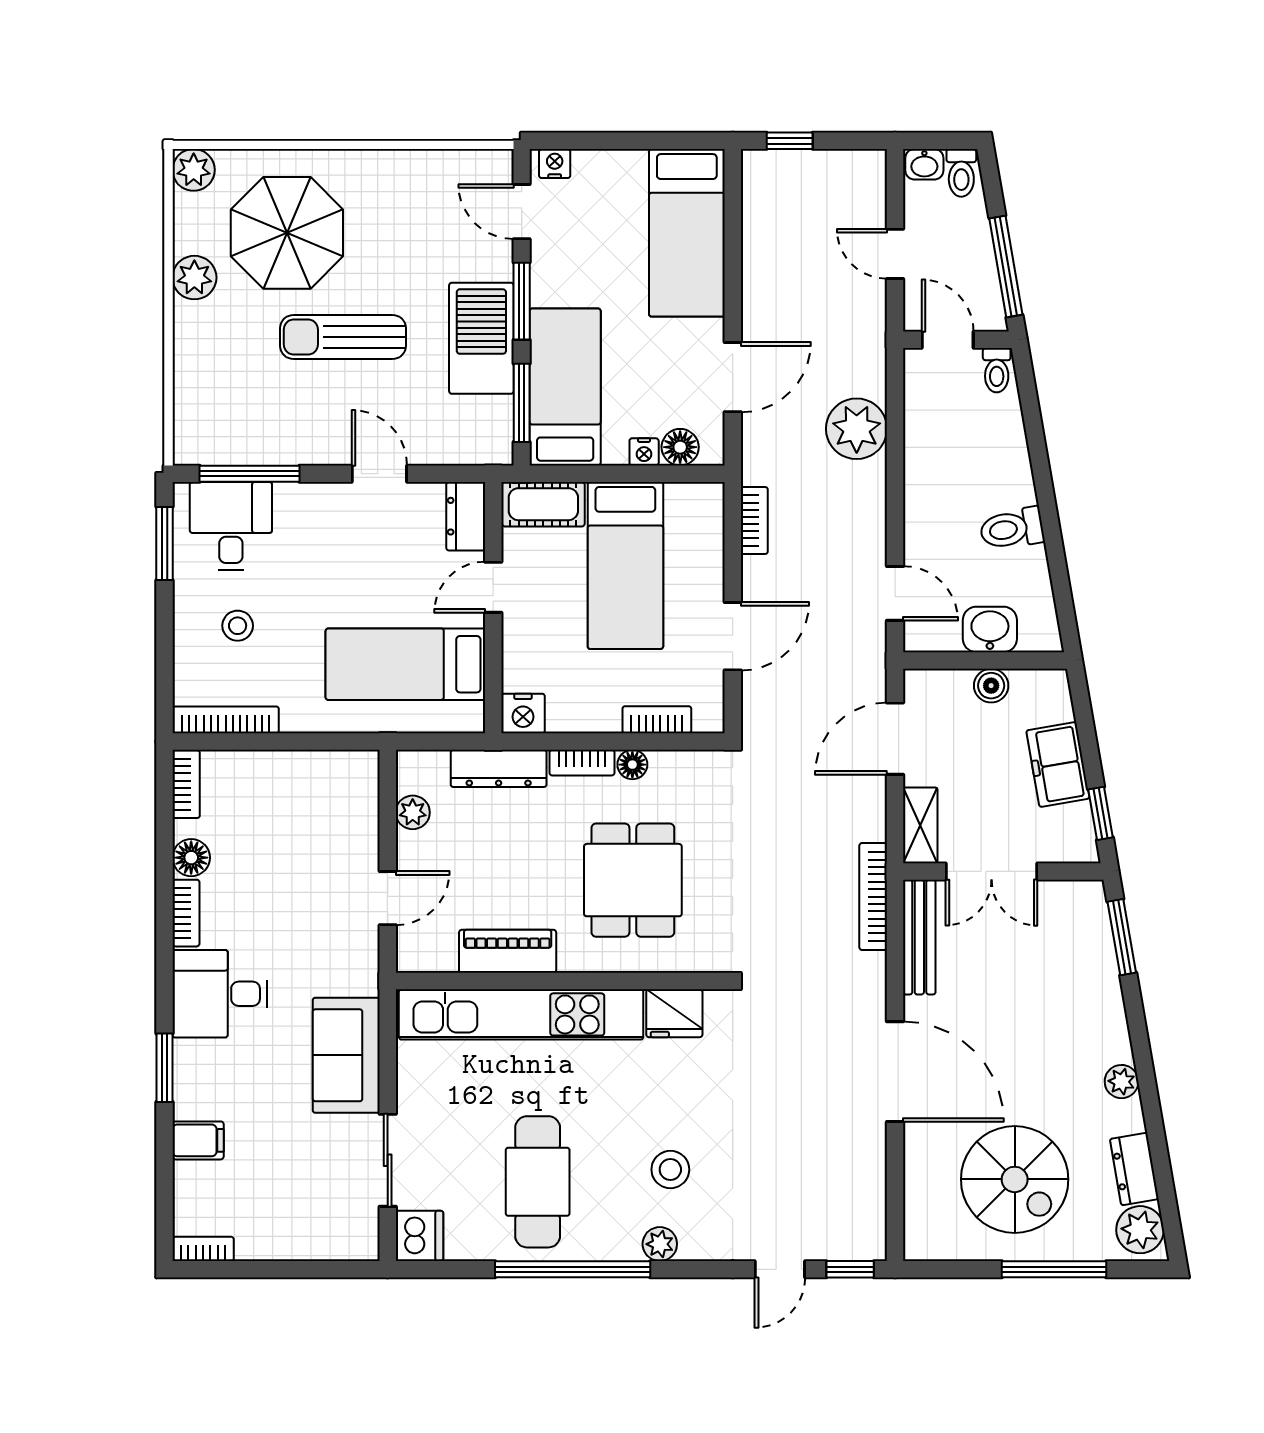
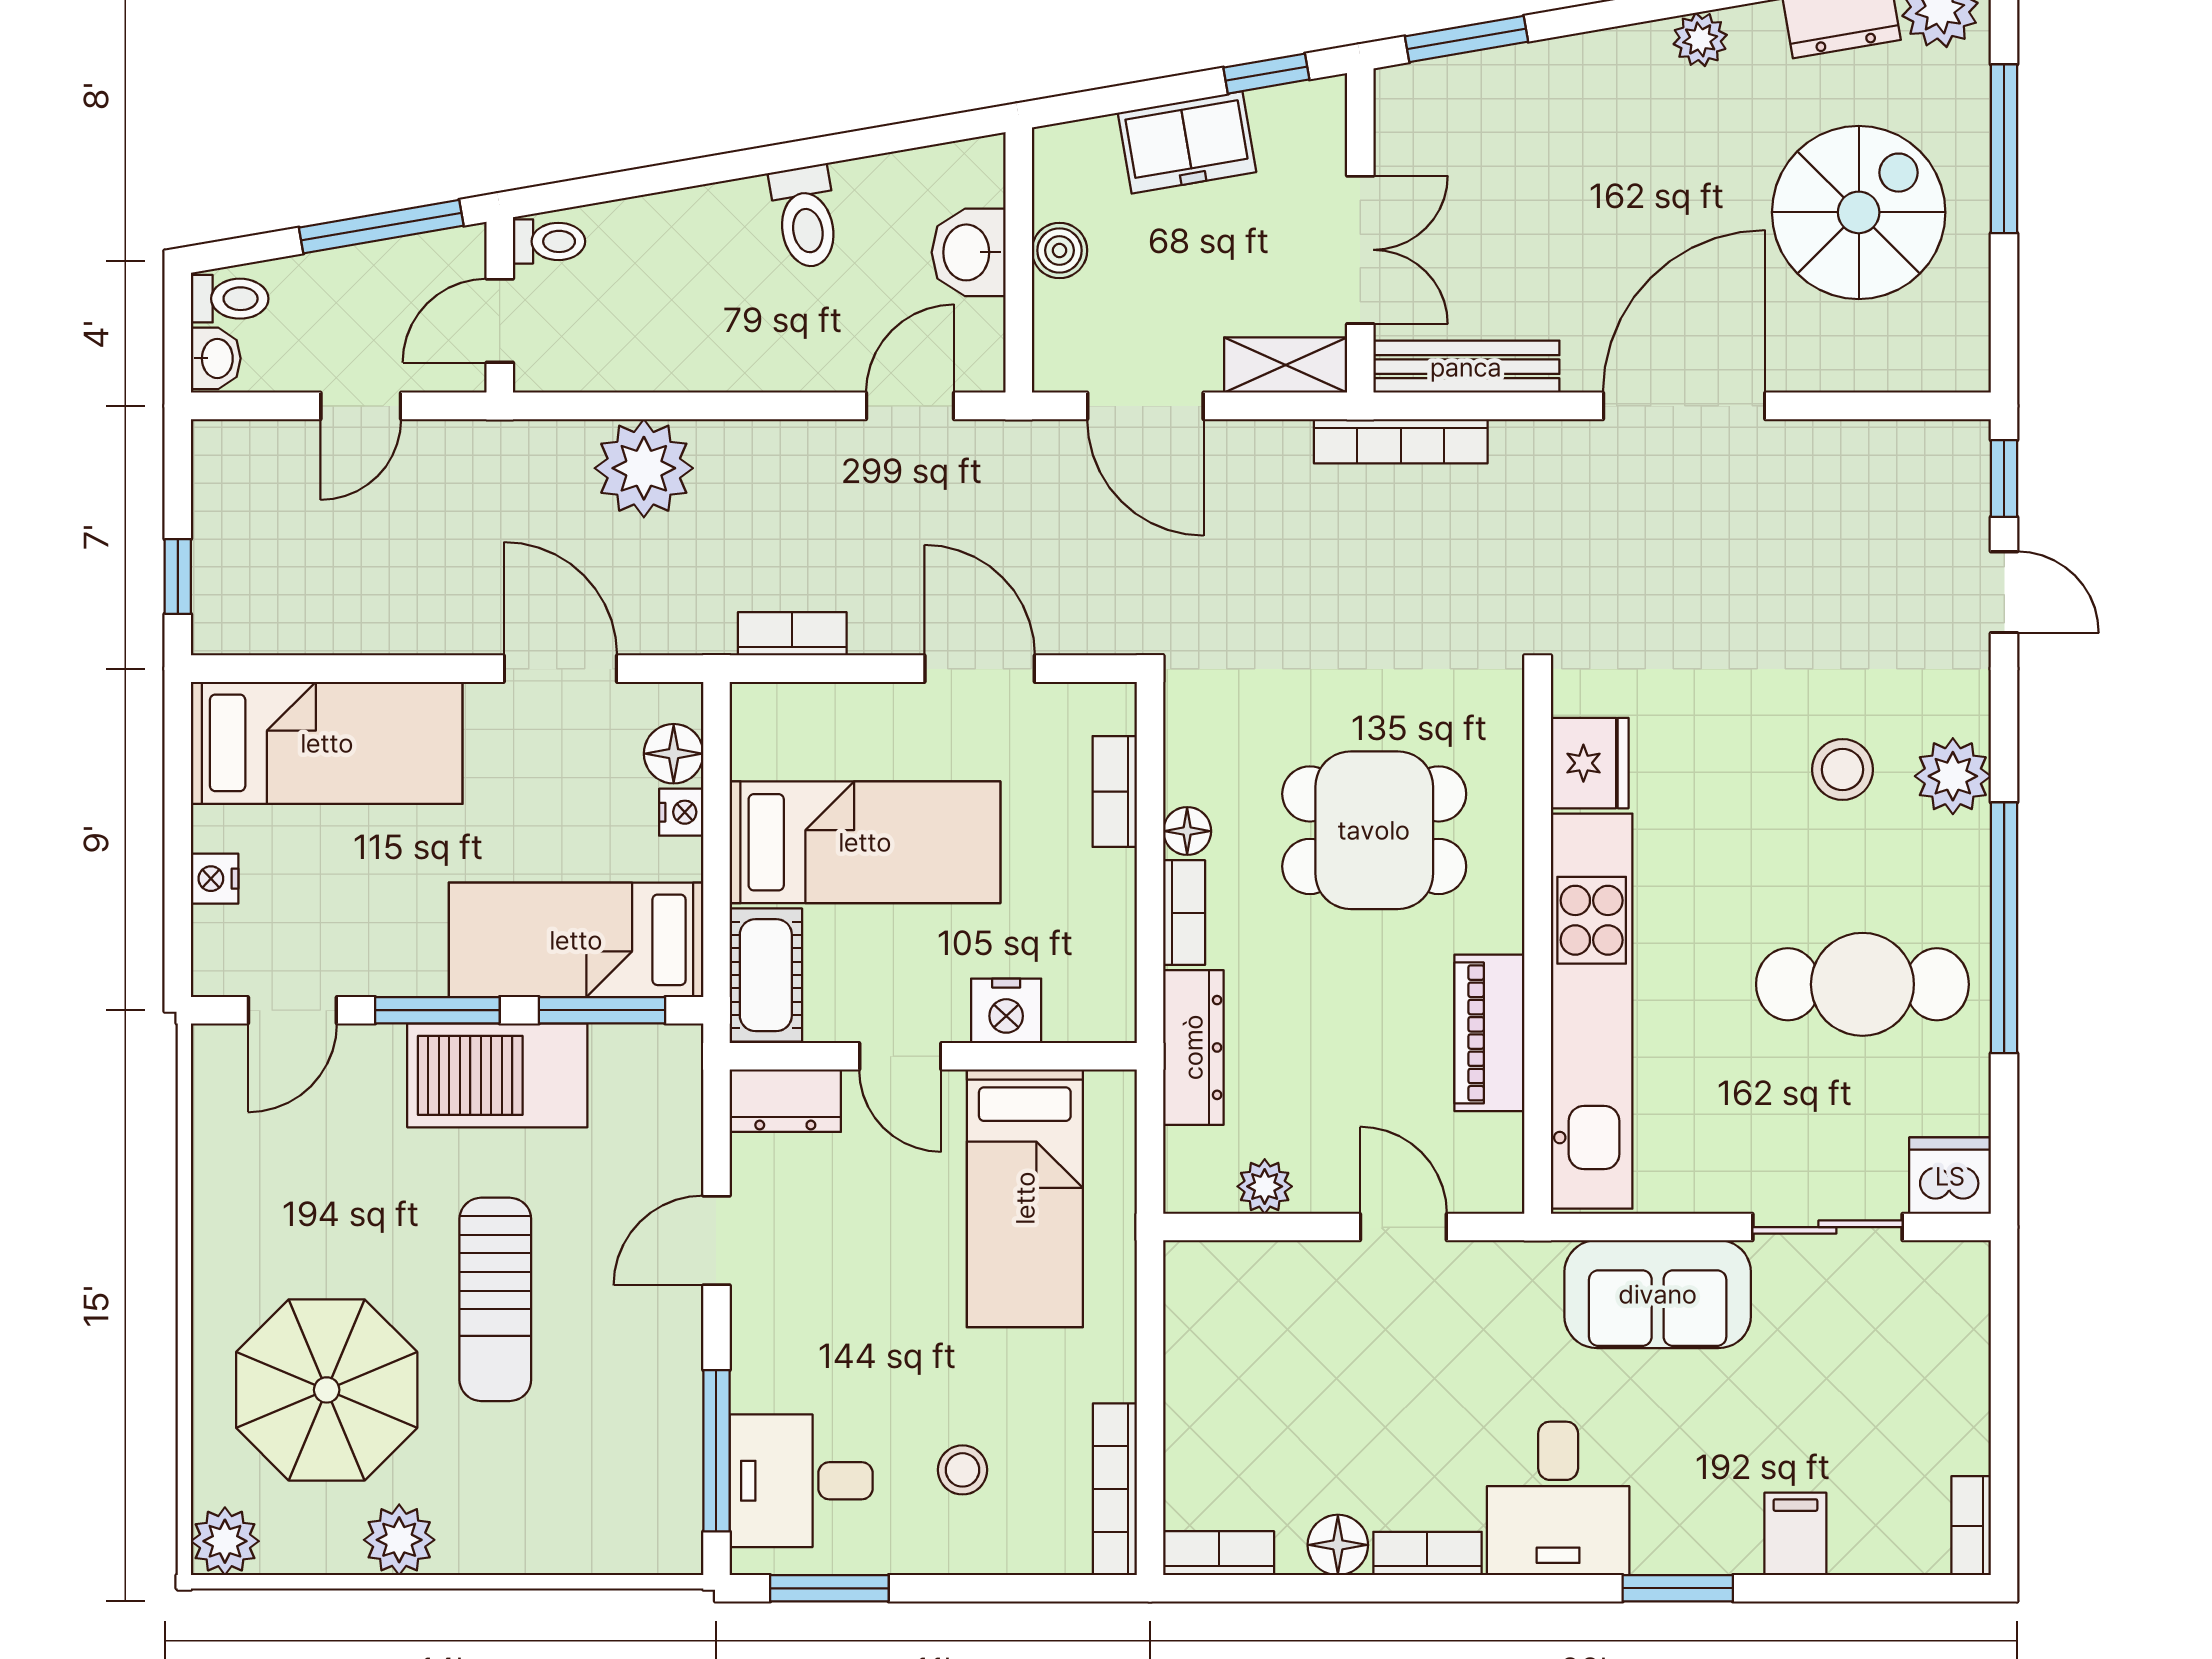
nightstand: (555, 164) -> (215, 879), moved
nightstand: (523, 714) -> (1006, 1011), moved, turned 90
plant: (660, 1244) -> (1953, 776), width x1.38, depth x1.38

